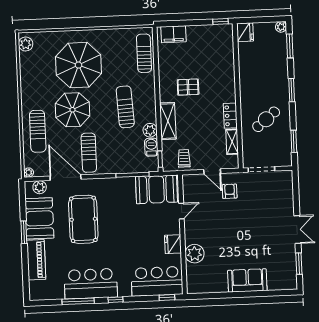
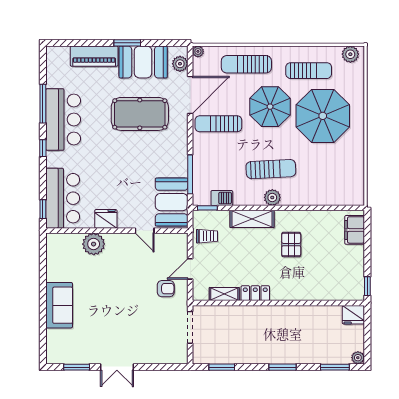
sun lounger: (144, 53) -> (309, 71), moved
cafe table: (266, 119) -> (249, 335), removed
plant: (150, 130) -> (272, 197), moved

